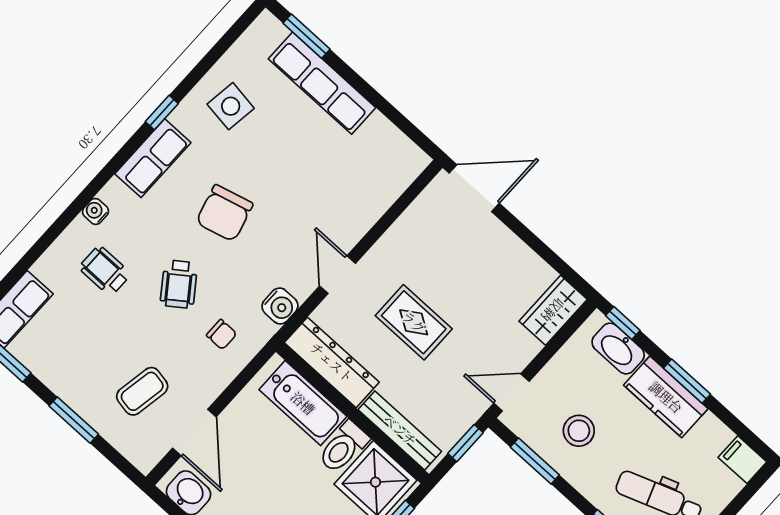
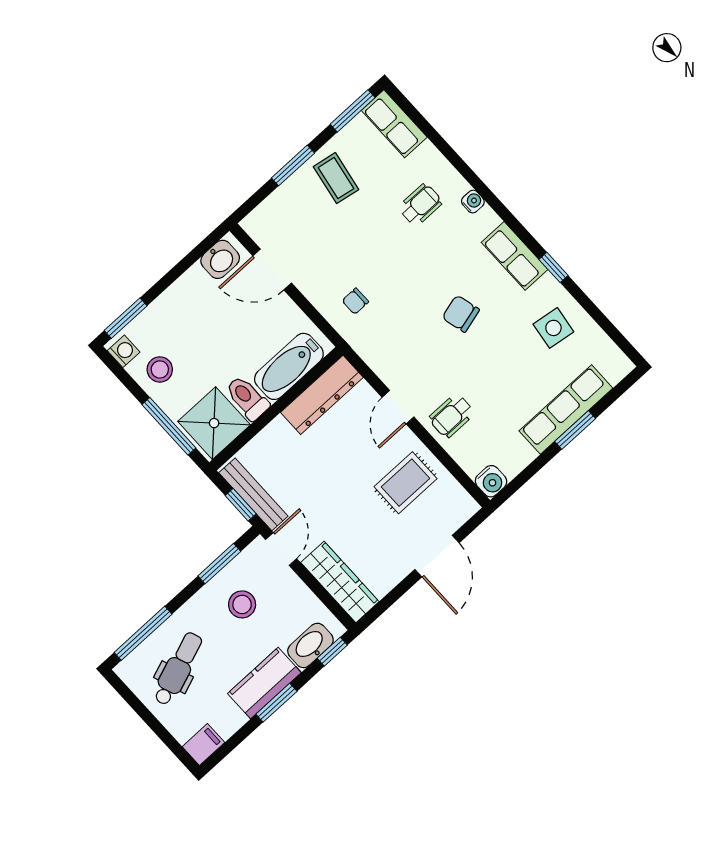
window: (306, 36) -> (575, 430), moved
door: (474, 188) -> (437, 556), moved
chair: (224, 213) -> (461, 314), width x0.73, depth x0.73
door: (338, 275) -> (398, 407), swing flipped
wheelchair: (179, 284) -> (452, 416), moved, turned -54
water cooler: (280, 306) -> (491, 481), moved, turned -90
wardrobe: (553, 310) -> (340, 582), width x1.50
rug: (414, 322) -> (406, 483), moved
coffee table: (142, 391) -> (336, 178), moved
bench: (400, 430) -> (253, 494), moved, turned 90

